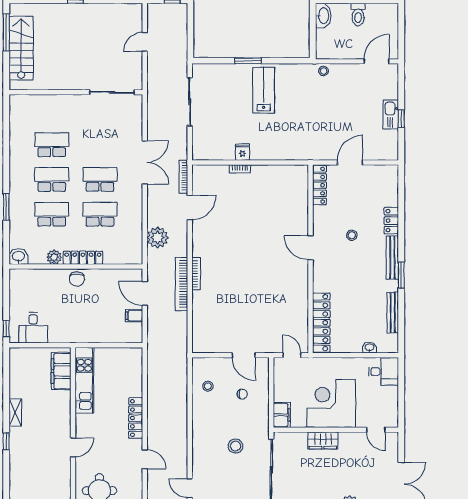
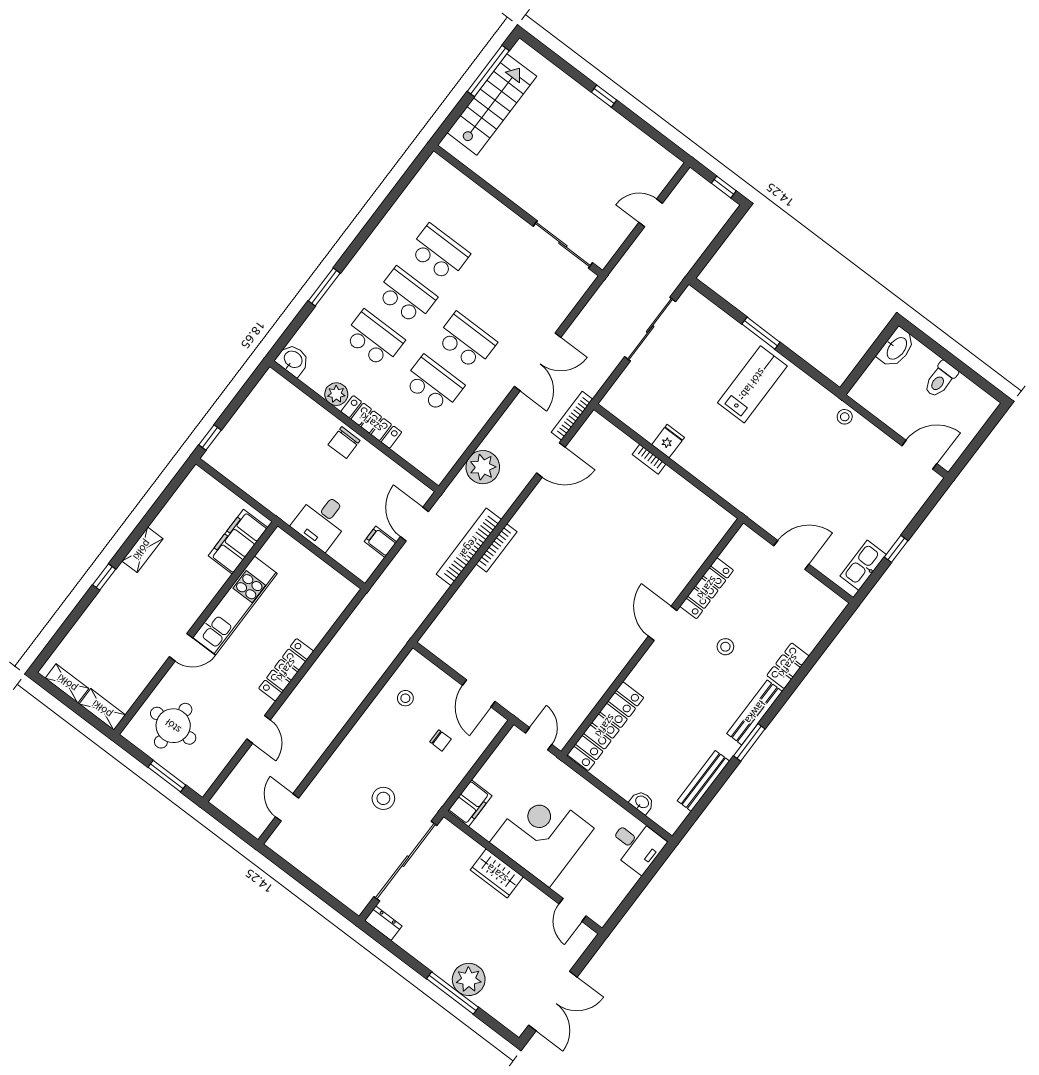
kitchen sink: (391, 114) -> (863, 565), moved
locker: (319, 185) -> (707, 588), moved
desk: (33, 328) -> (322, 521), moved
kitchen unit: (84, 380) -> (235, 605), moved

